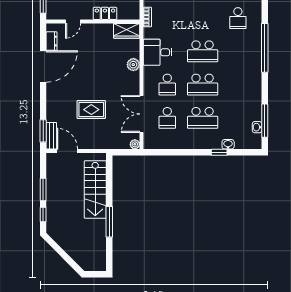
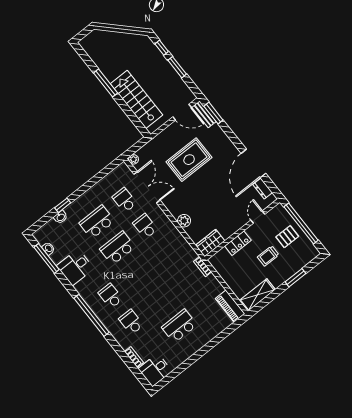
school desk: (203, 51) -> (110, 296), moved, width x0.54
desk: (158, 52) -> (75, 267), moved, turned 180
rug: (91, 110) -> (189, 160), width x1.36, depth x1.43

